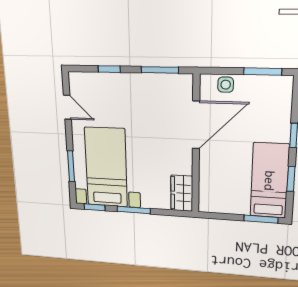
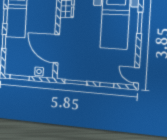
door: (67, 107) -> (137, 75), moved
door: (196, 125) -> (56, 49), hinge flipped

